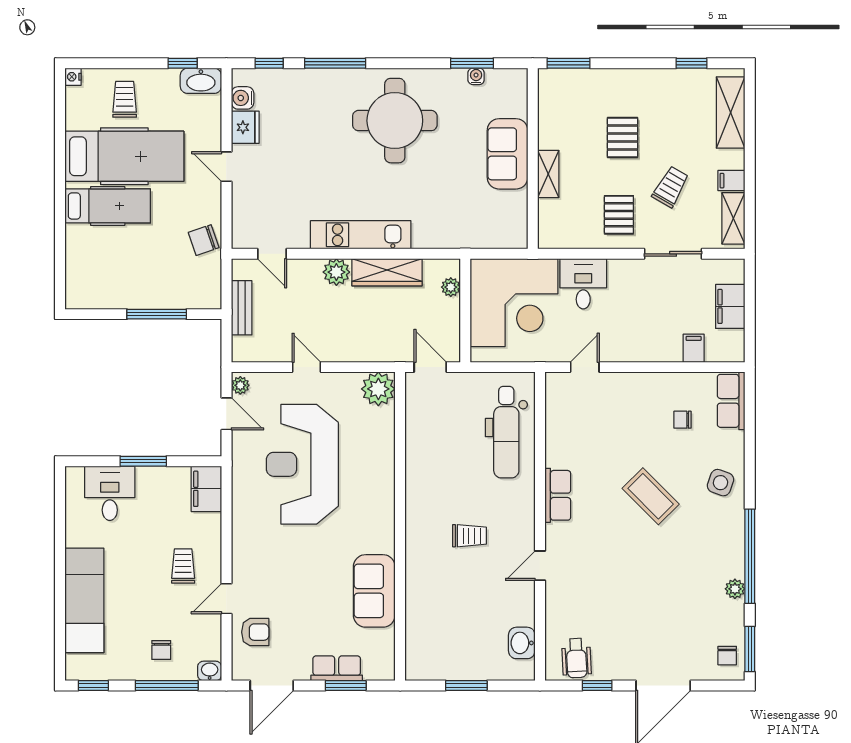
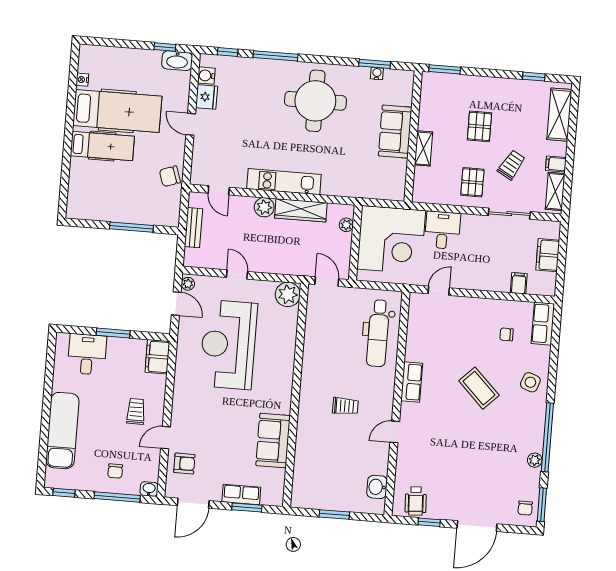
nightstand: (73, 77) -> (82, 80), moved
trolley: (125, 99) -> (121, 70), removed

